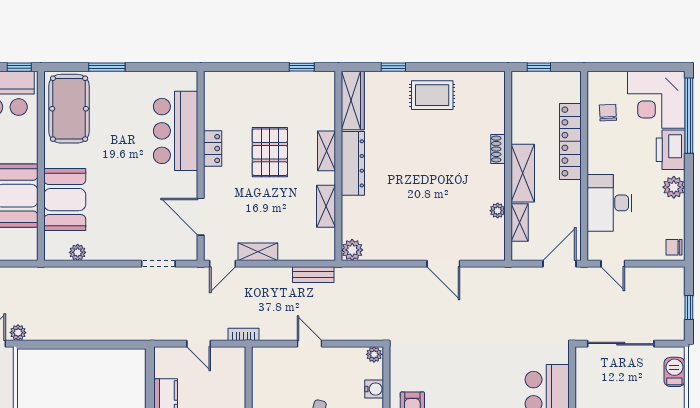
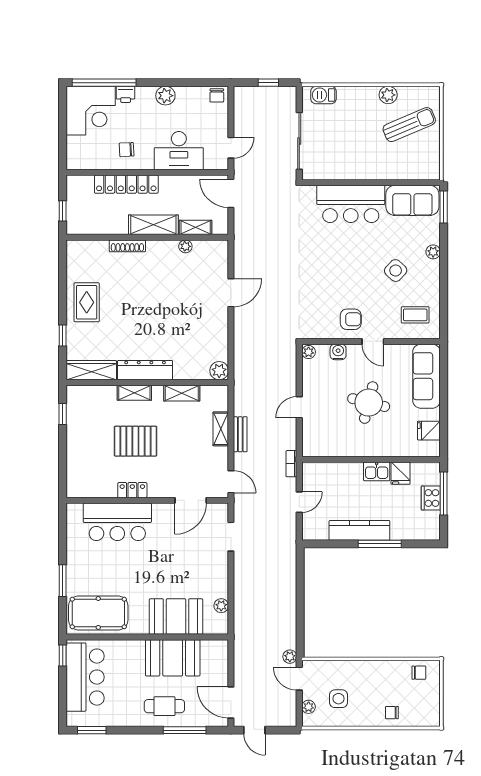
chair: (608, 113) -> (127, 150), moved
shoe rack: (498, 149) -> (127, 246), width x1.43
printer: (671, 150) -> (126, 94), width x0.53, depth x0.68
shelving: (258, 252) -> (221, 429), moved
bench: (313, 275) -> (240, 434), moved

